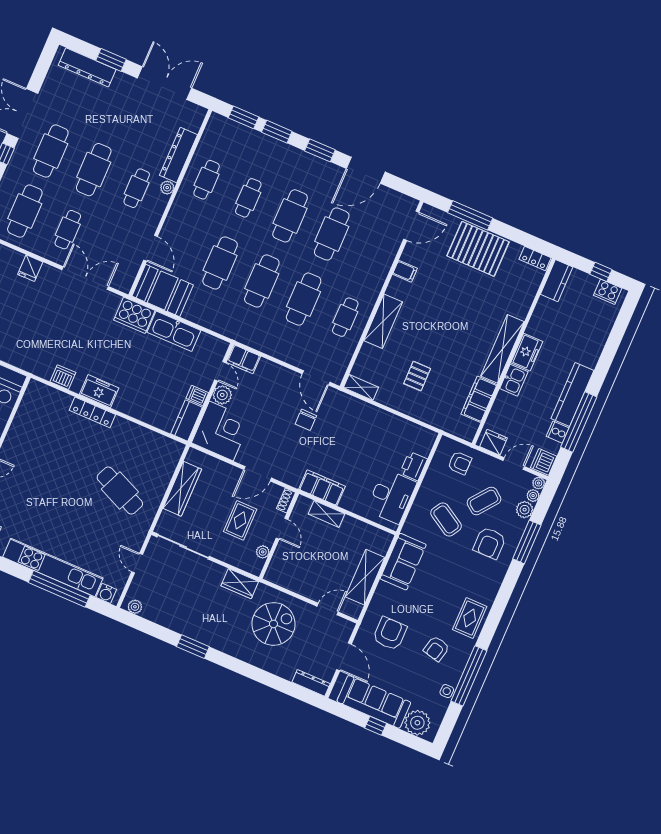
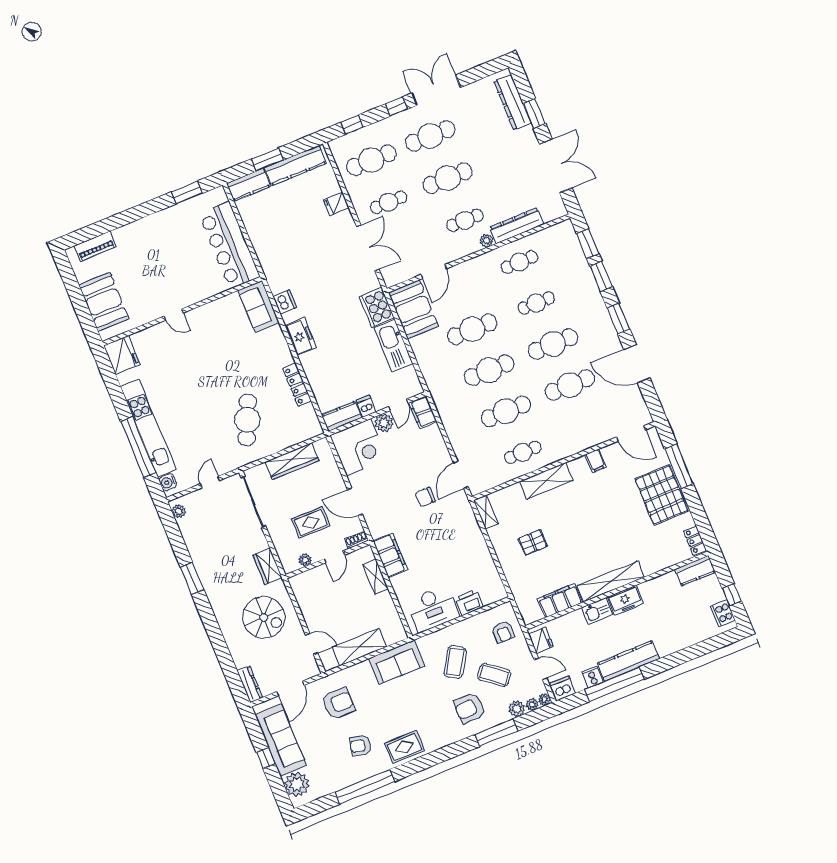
sofa: (47, 399) -> (258, 307), added
locker: (92, 412) -> (297, 385), moved
side table: (447, 691) -> (339, 782), removed

